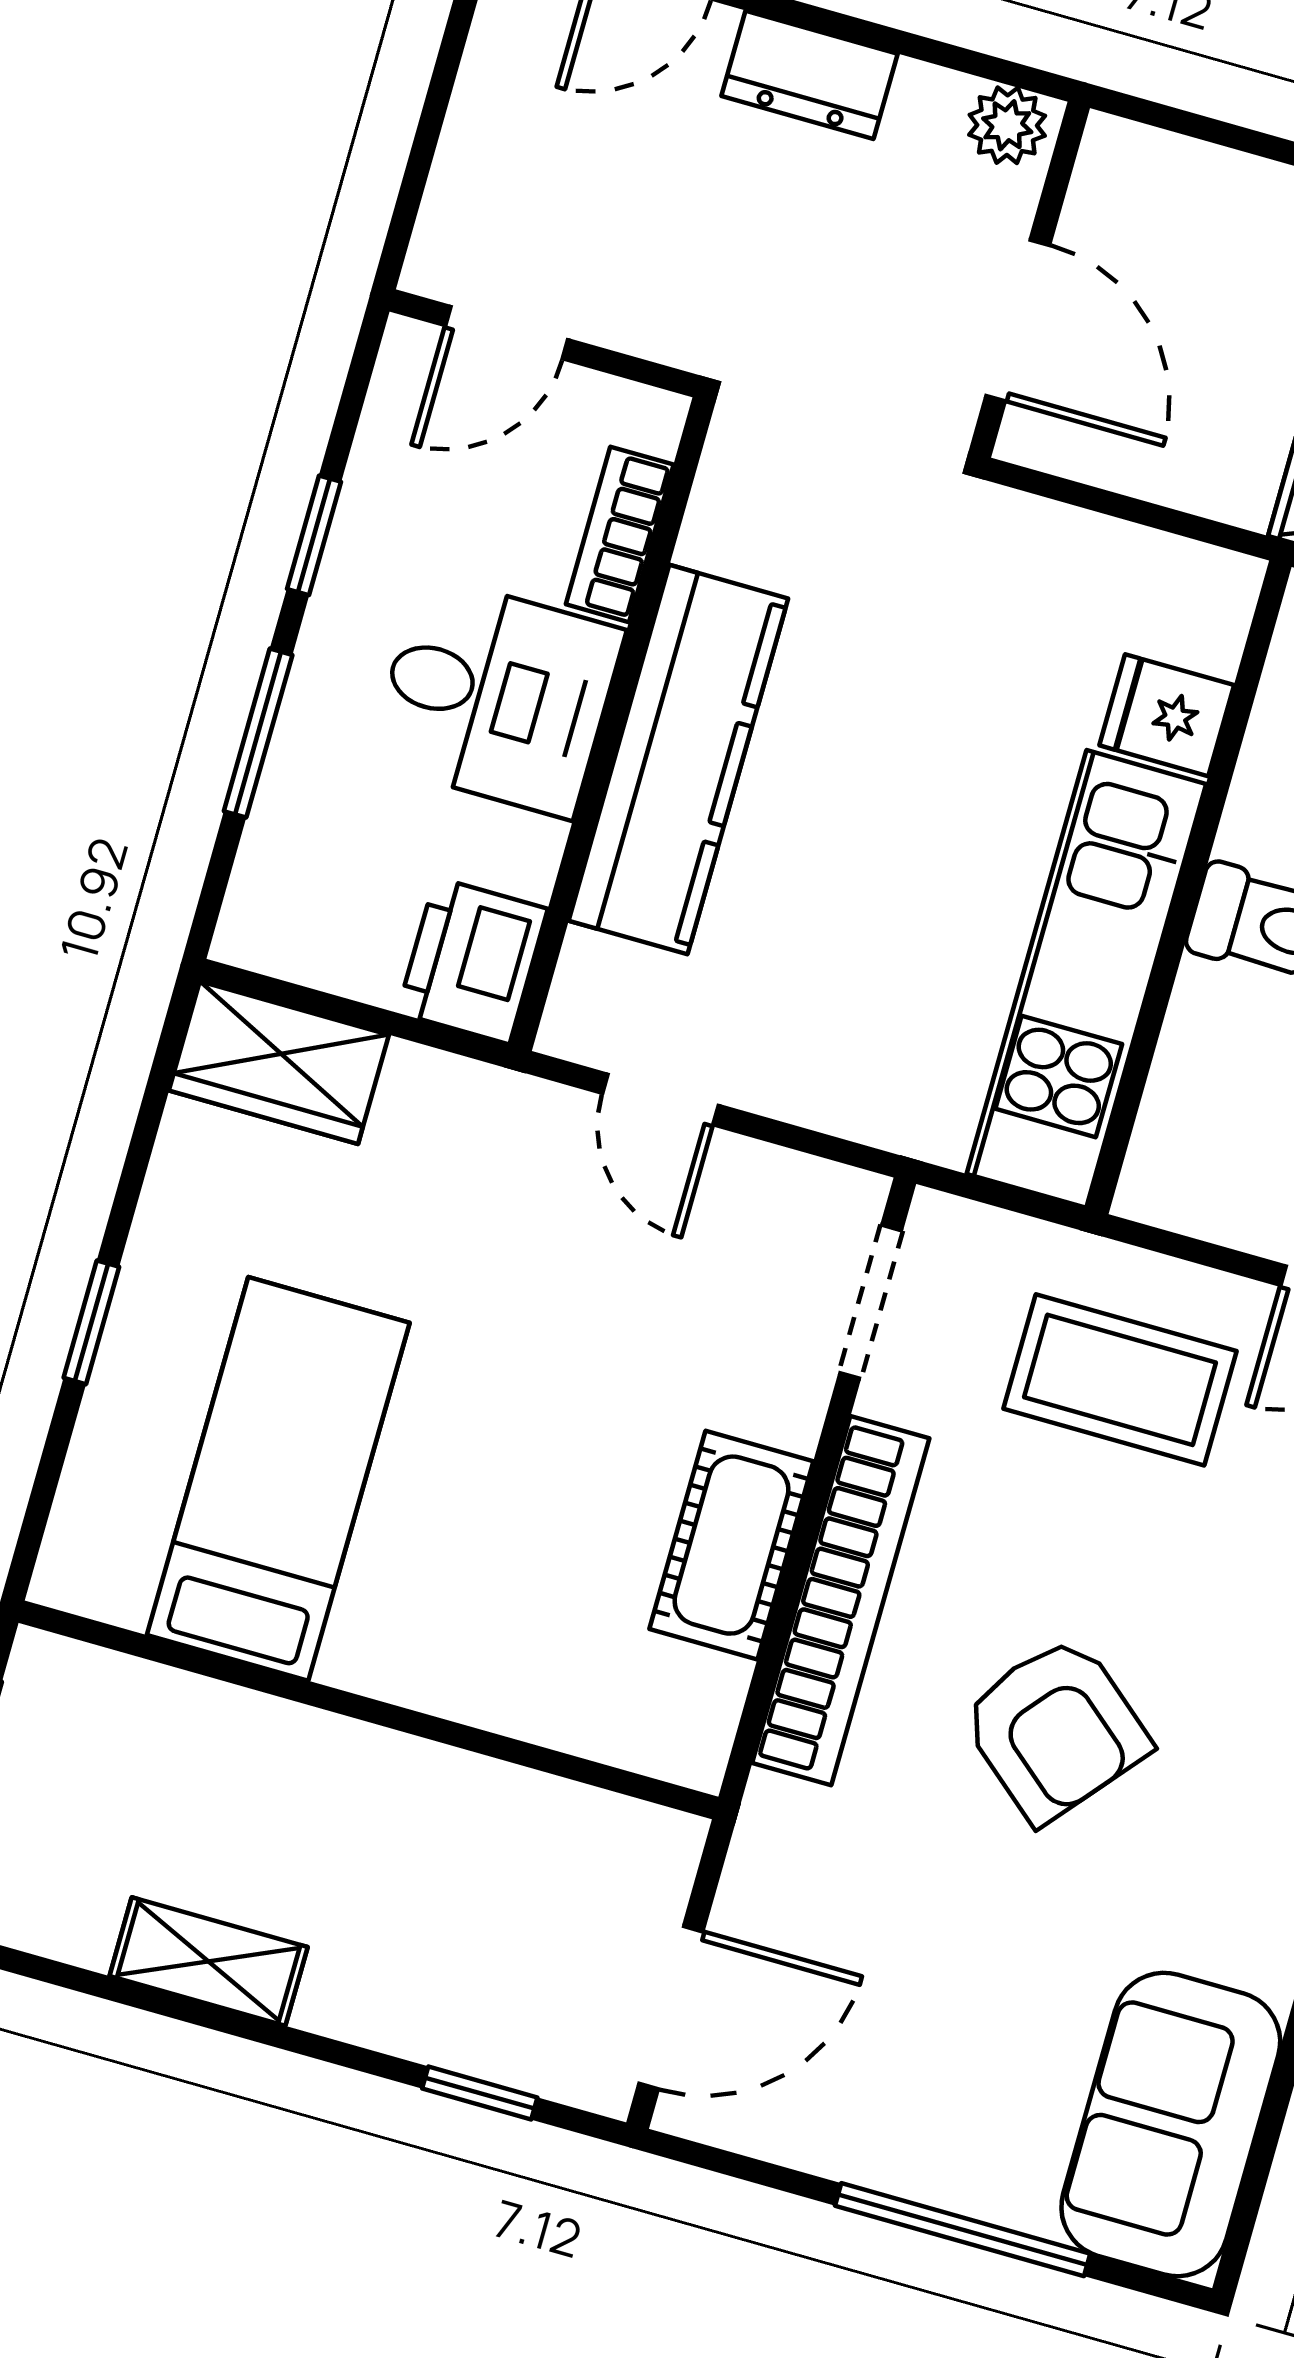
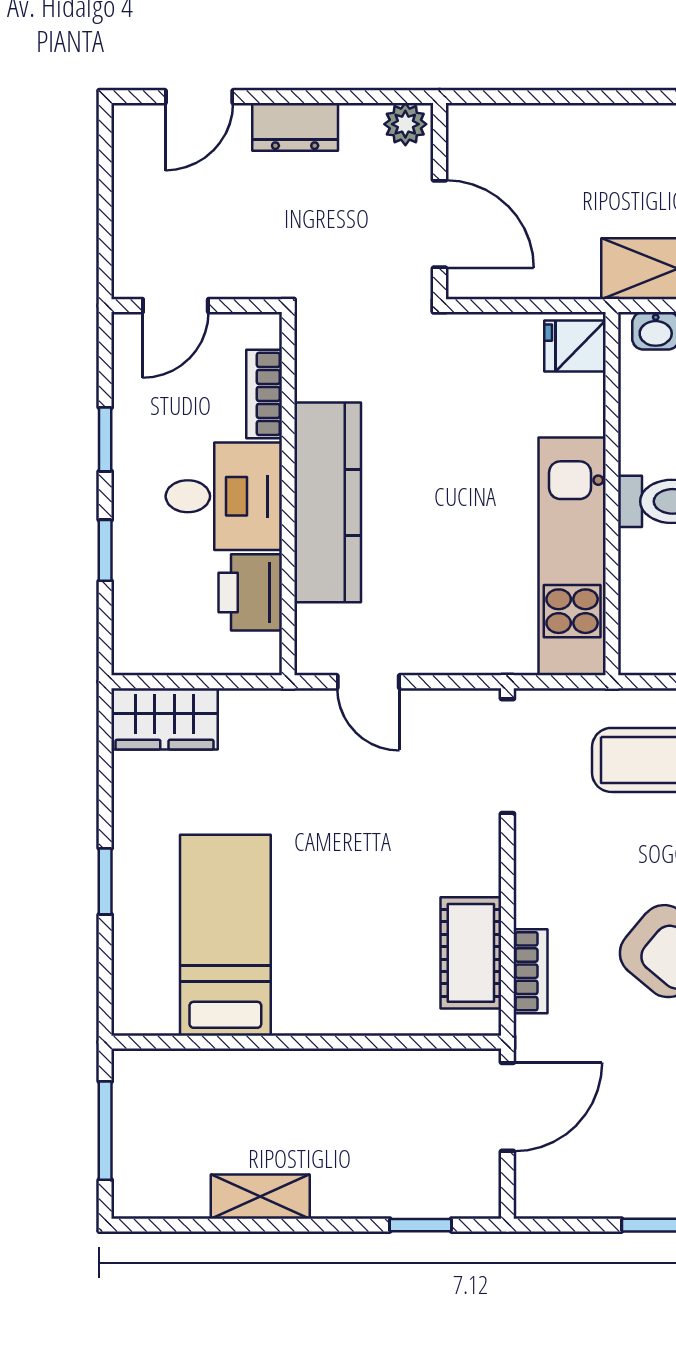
fridge: (1167, 715) -> (575, 346), moved
window: (258, 733) -> (105, 550), width x0.67
printer: (472, 961) -> (250, 592), moved
doorway: (871, 1302) -> (507, 756), width x1.38
cot: (731, 1545) -> (471, 953), moved
bookcase: (841, 1601) -> (531, 971), width x0.43, depth x0.76
door: (671, 2008) -> (507, 1107), moved

